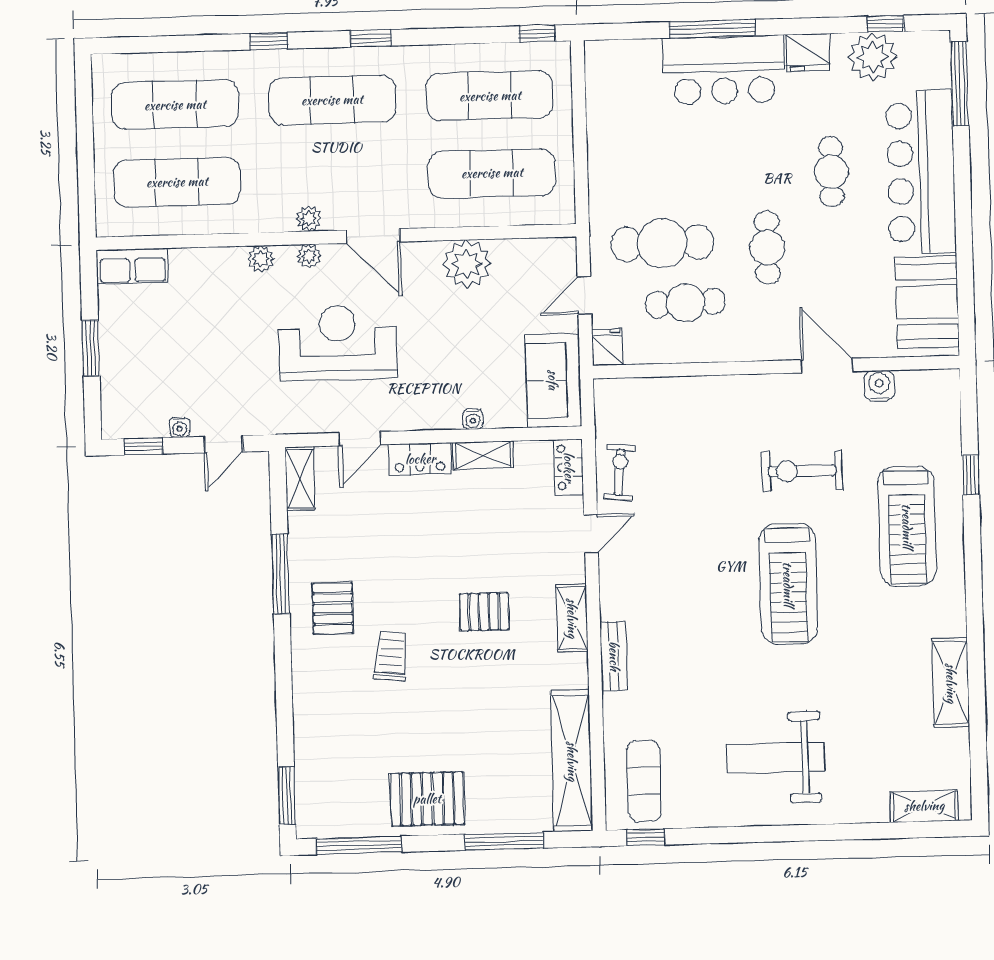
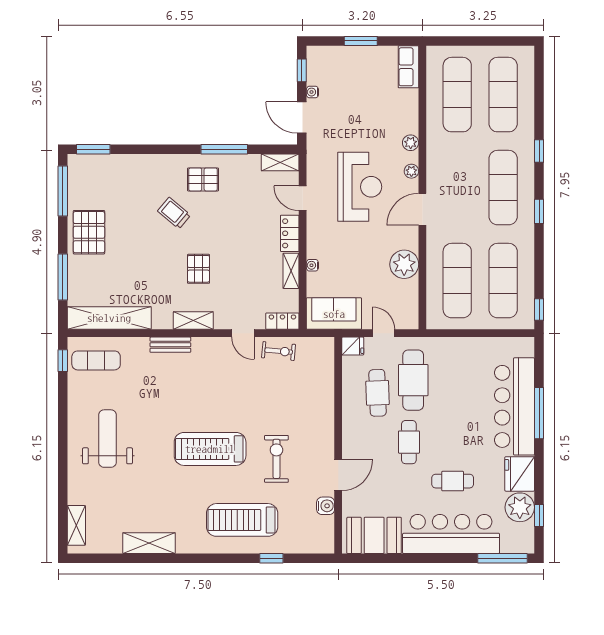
fridge: (808, 53) -> (520, 474), width x1.36, depth x1.34
bar counter: (724, 70) -> (514, 406), width x1.36
plant: (309, 219) -> (434, 172), removed
cafe table: (767, 248) -> (409, 442), turned 90
door: (223, 444) -> (302, 118), width x1.38
trolley: (391, 656) -> (174, 213), turned -146

